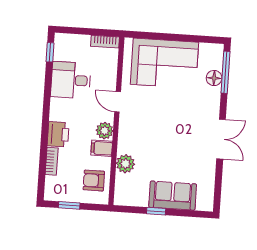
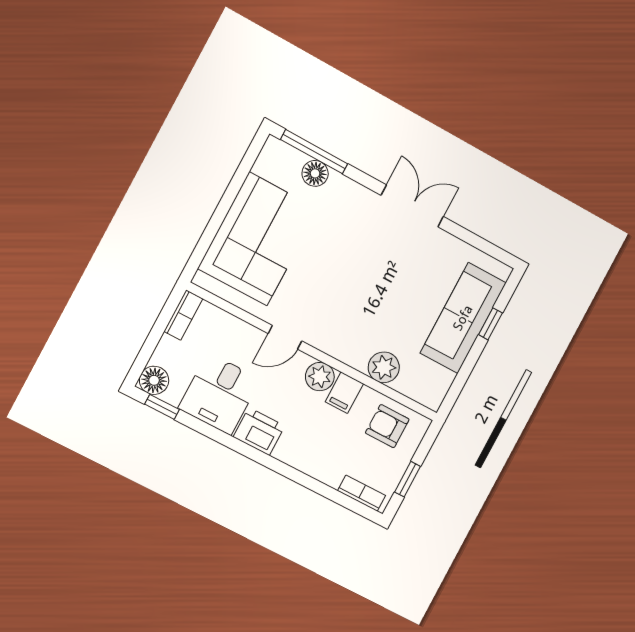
floor lamp: (63, 42) -> (154, 380), added
printer: (58, 134) -> (259, 431), moved
bookcase: (52, 161) -> (361, 493), moved
armchair: (94, 181) -> (387, 426), turned 90
sofa: (173, 196) -> (463, 318), width x1.36
window: (156, 211) -> (490, 324), moved

